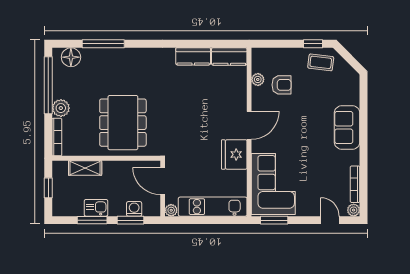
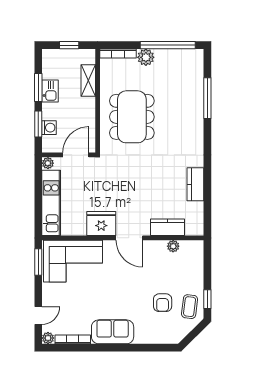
floor lamp: (71, 57) -> (195, 67), removed
kitchen counter: (229, 57) -> (168, 227), moved, turned 90
armchair: (282, 85) -> (163, 303), moved
dining table: (123, 123) -> (132, 117), turned 90
sofa: (347, 127) -> (113, 332), moved

